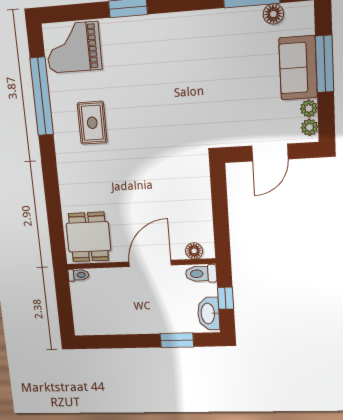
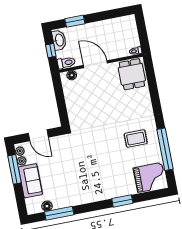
window: (325, 64) -> (14, 169), moved
rug: (92, 123) -> (136, 139), turned 90
door: (270, 153) -> (38, 135), swing flipped
door: (150, 264) -> (95, 64), swing flipped

